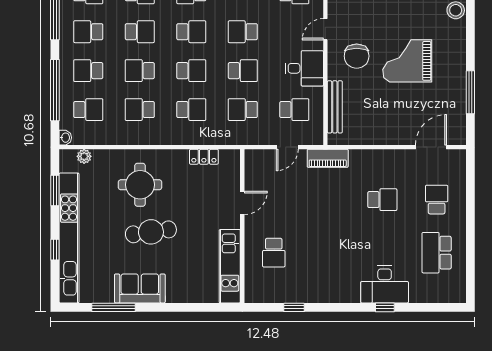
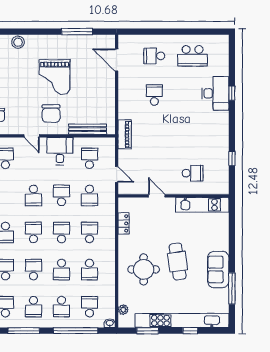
chair: (357, 56) -> (51, 113), turned 90
door: (287, 147) -> (117, 175), moved

